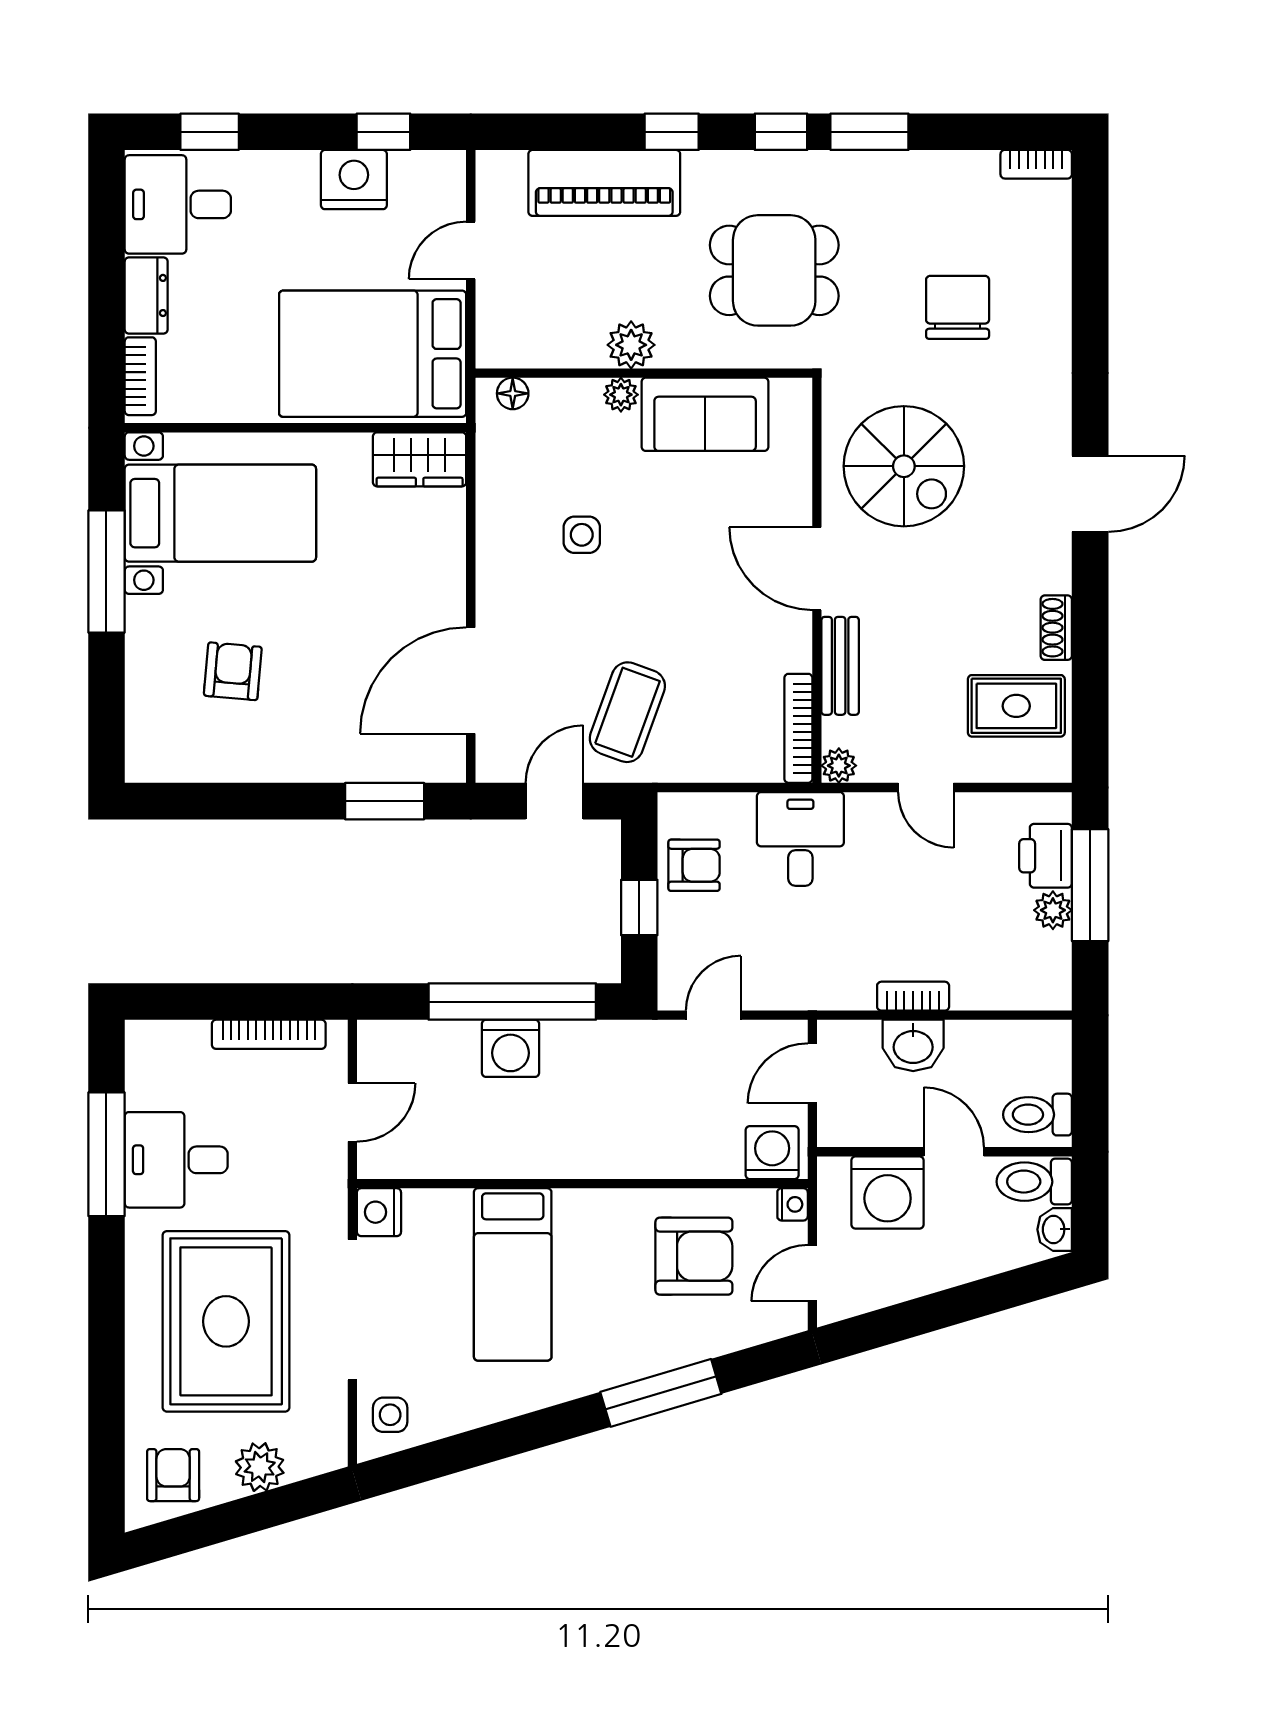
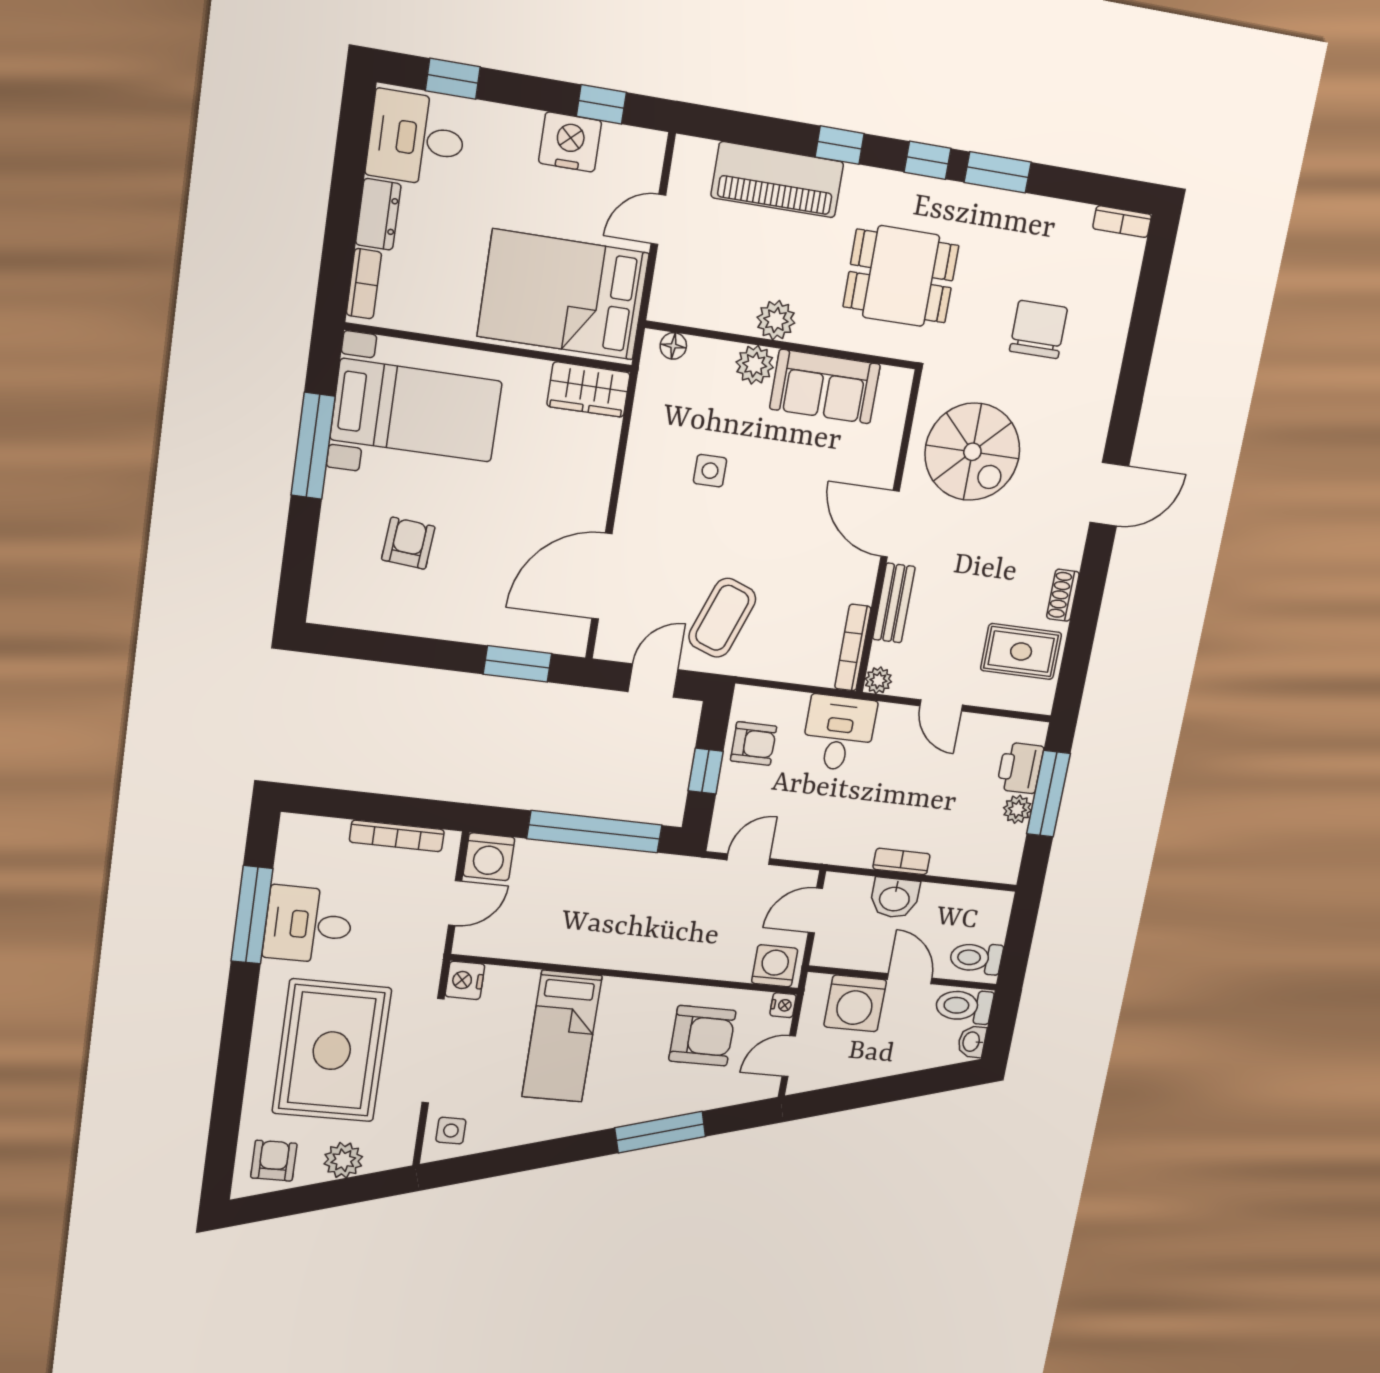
plant: (621, 395) -> (755, 365), width x1.38, depth x1.38
washing machine: (510, 1048) -> (489, 857), moved

